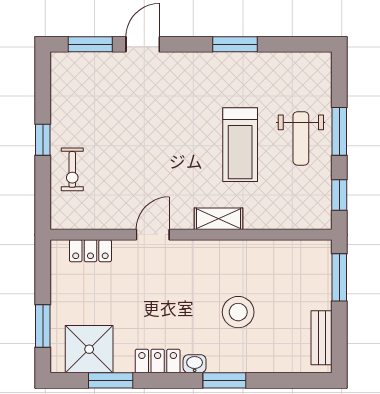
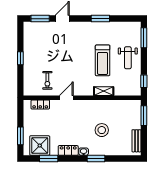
window: (339, 131) -> (144, 38), moved
exercise bike: (72, 169) -> (47, 80), moved
shelving: (218, 219) -> (104, 91), moved

